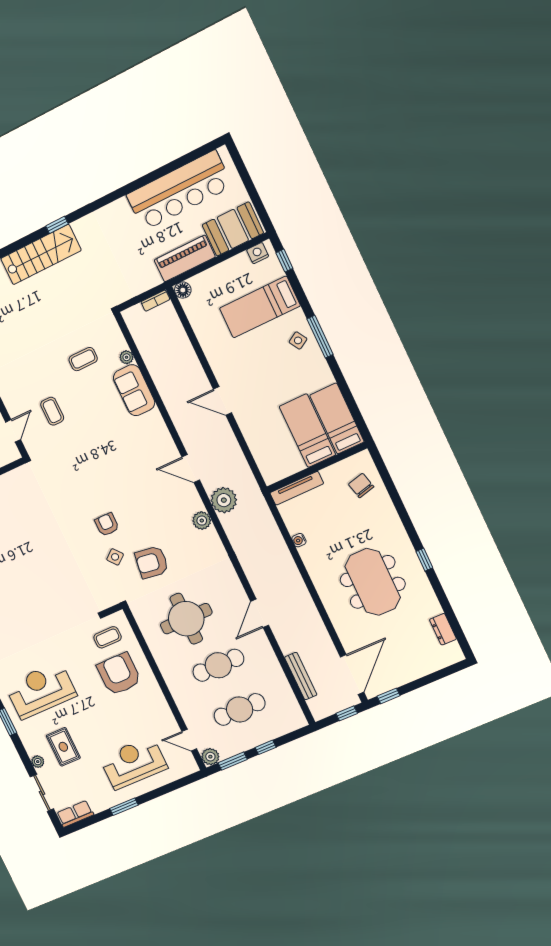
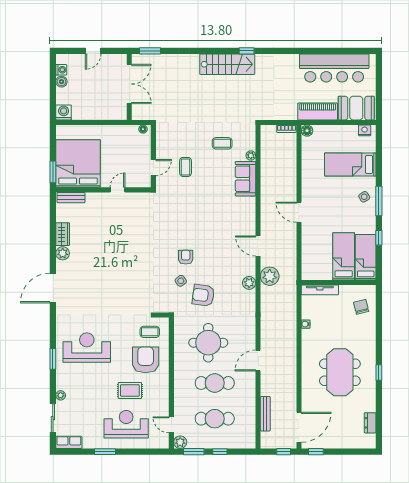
window: (284, 261) -> (379, 238), moved
rug: (63, 747) -> (130, 390), moved, turned 90

